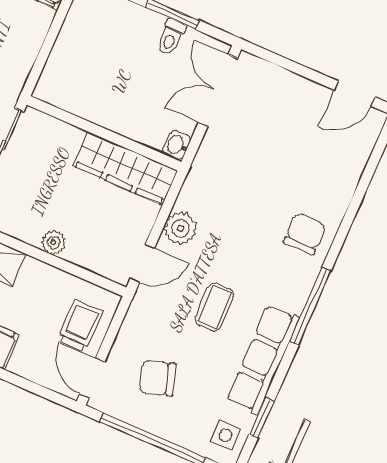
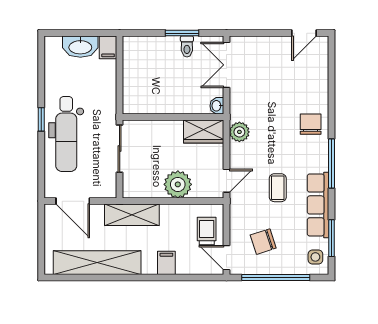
wardrobe: (125, 168) -> (204, 132), width x0.67
plant: (181, 228) -> (239, 132), moved
plant: (53, 242) -> (178, 184), width x1.88, depth x1.88
window: (262, 418) -> (331, 238), width x1.50

